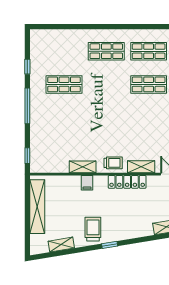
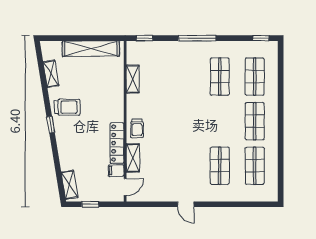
shop shelf: (64, 51) -> (255, 77), added
window: (27, 67) -> (261, 38), moved
shelving: (83, 167) -> (133, 79), moved
filing cabinet: (87, 183) -> (116, 171), moved

